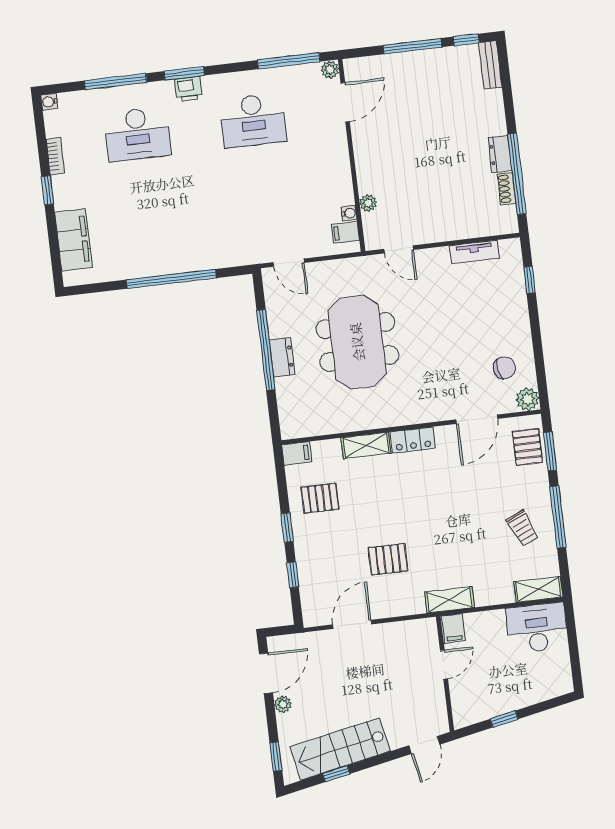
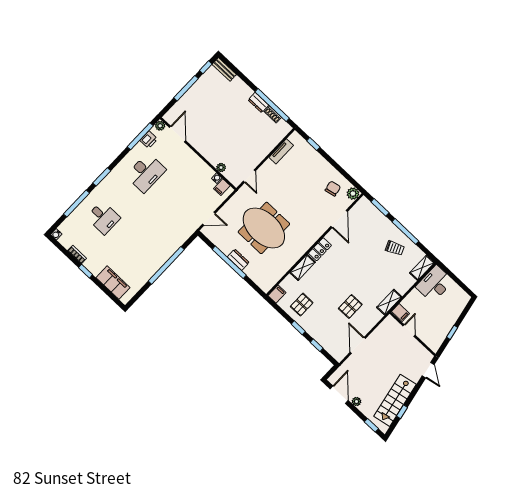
printer: (188, 89) -> (149, 140), moved
desk: (137, 134) -> (103, 218), width x0.73
door: (399, 249) -> (249, 176), hinge flipped
pallet: (527, 447) -> (369, 213), removed

